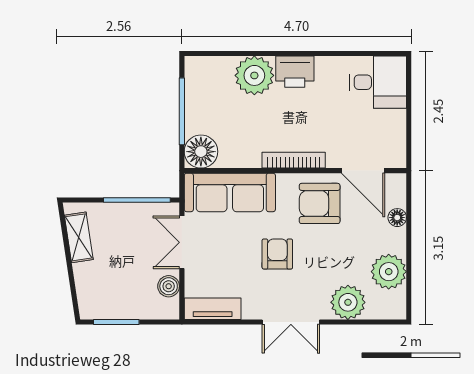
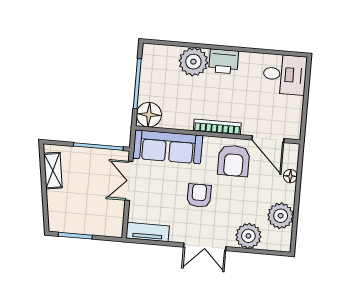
armchair: (320, 203) -> (234, 161), turned -90
boiler: (169, 286) -> (116, 213), removed

